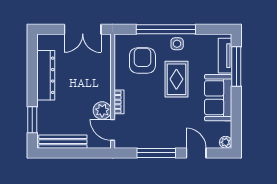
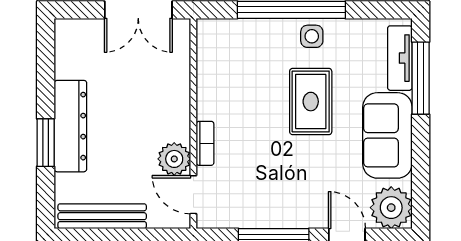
armchair: (142, 61) -> (248, 67), removed
dresser: (46, 75) -> (70, 126), moved
window: (32, 120) -> (46, 143), moved
plant: (226, 142) -> (391, 208), width x1.88, depth x1.88

